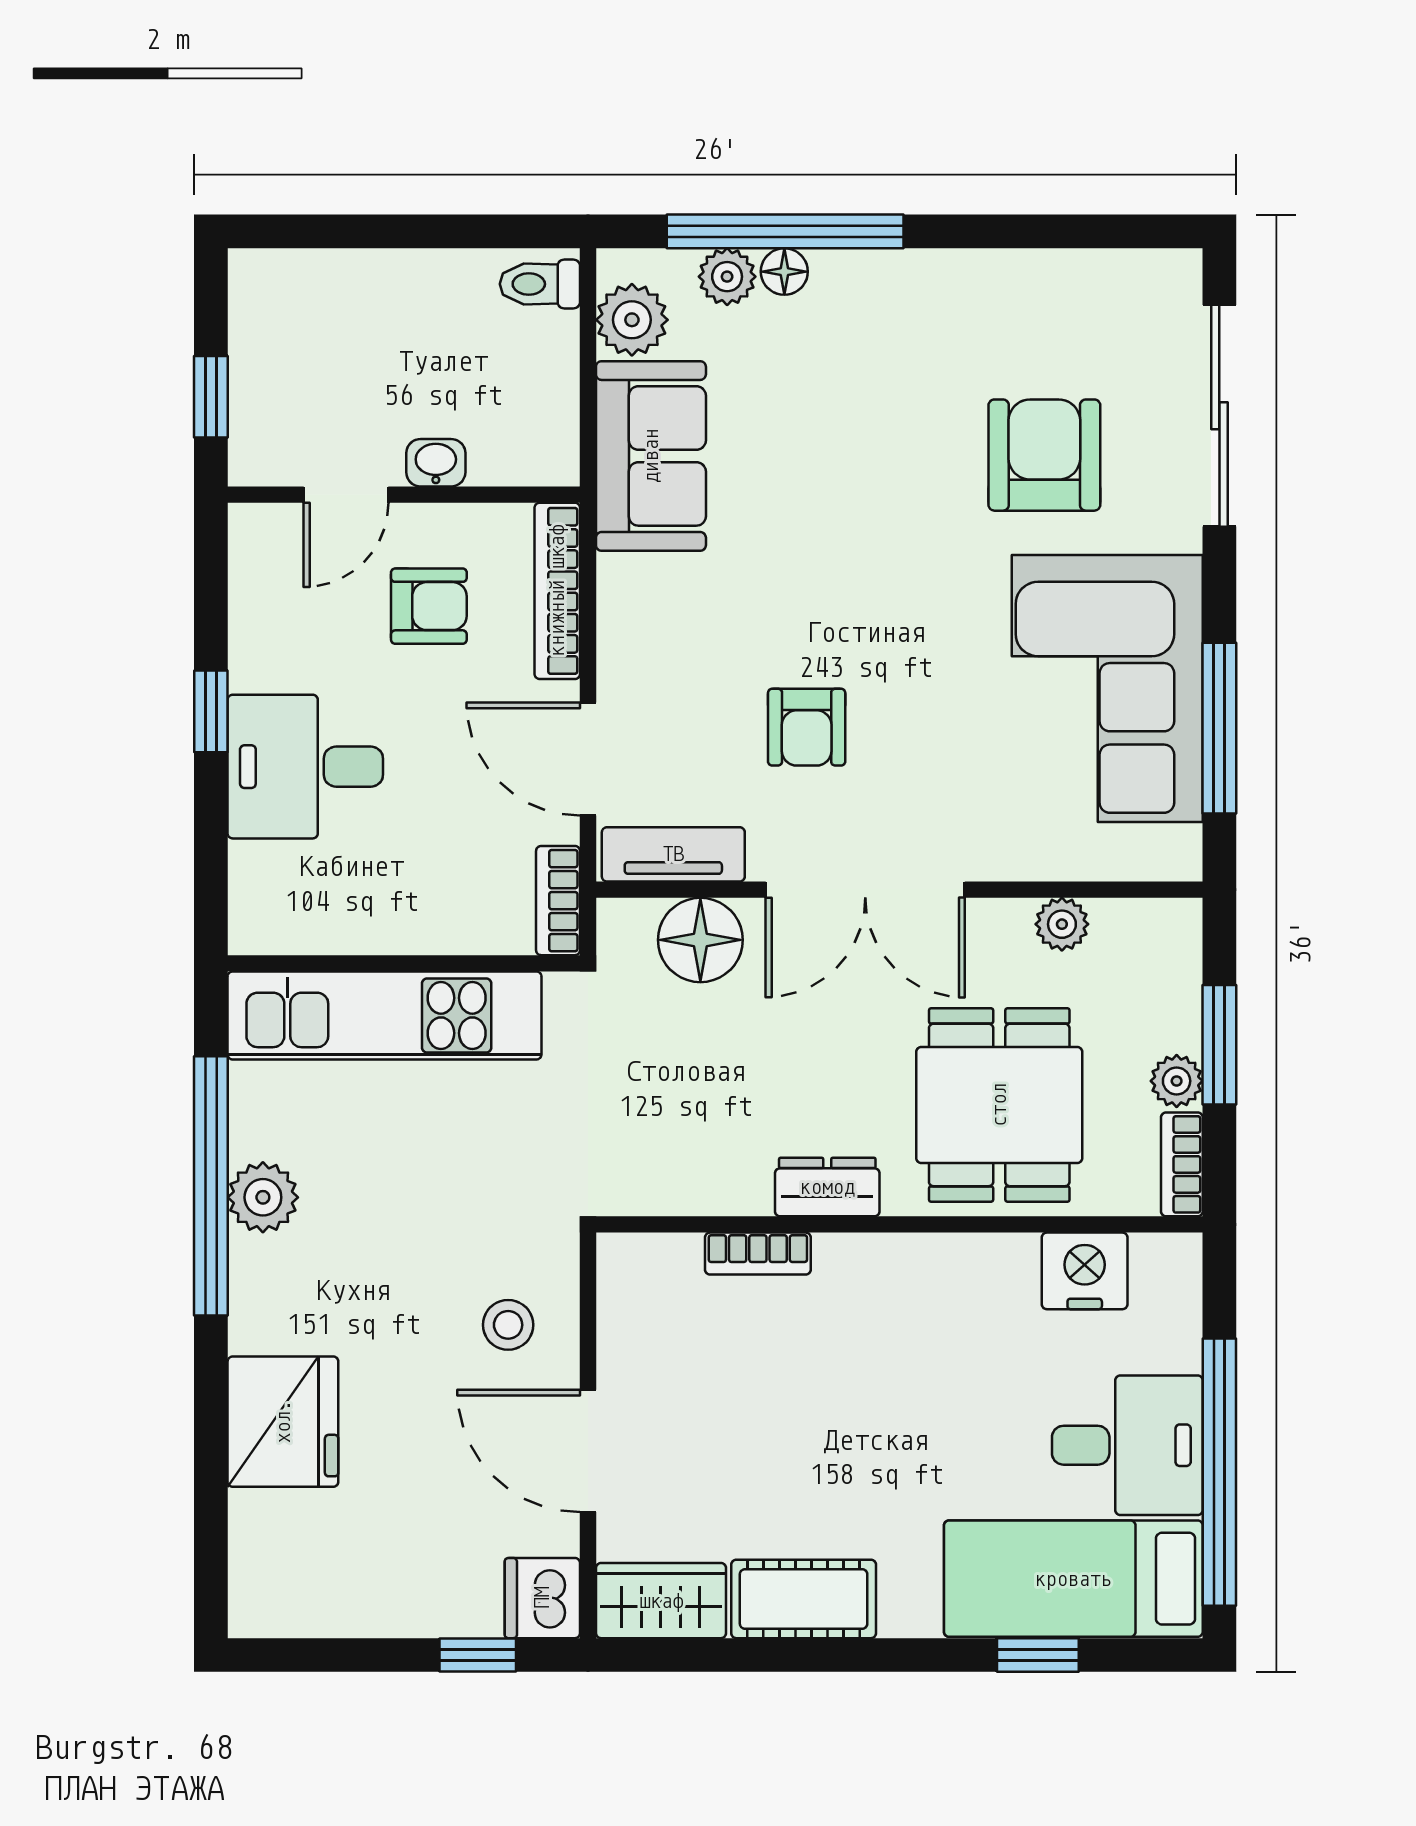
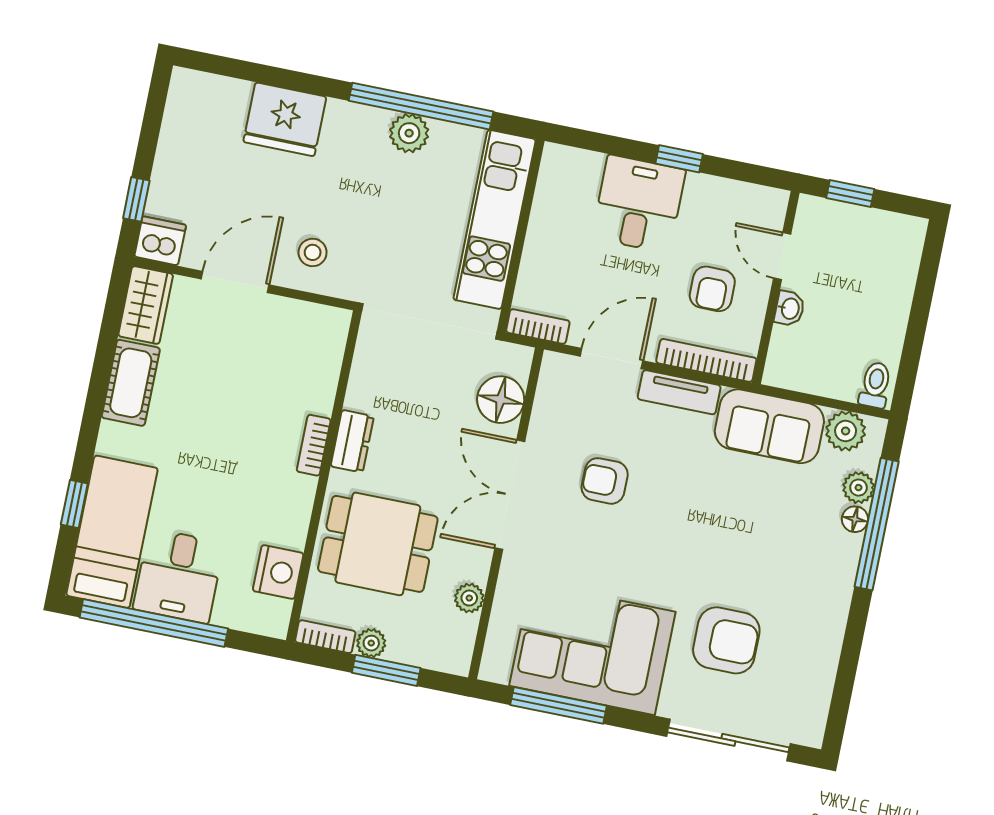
tv unit: (673, 854) -> (679, 392), moved, turned 90
bookcase: (758, 1254) -> (314, 445), moved

